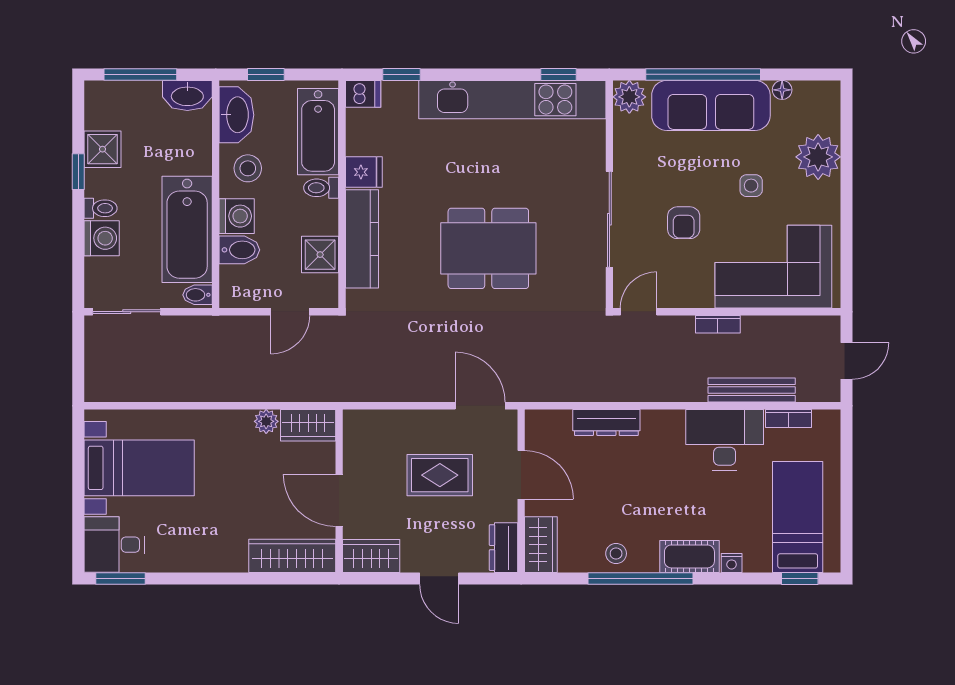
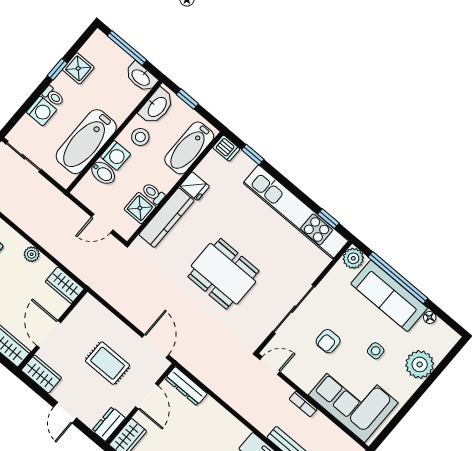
toilet: (321, 188) -> (153, 193), moved
bidet: (198, 295) -> (65, 177), removed
plant: (266, 421) -> (32, 254), moved
dresser: (606, 422) -> (186, 386), moved

